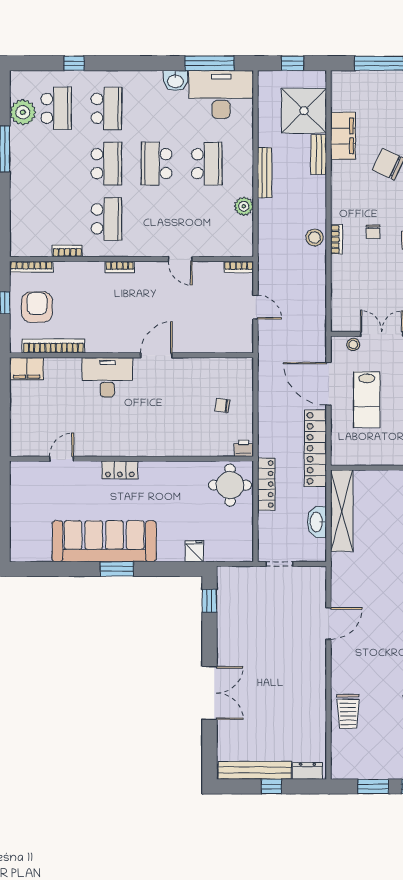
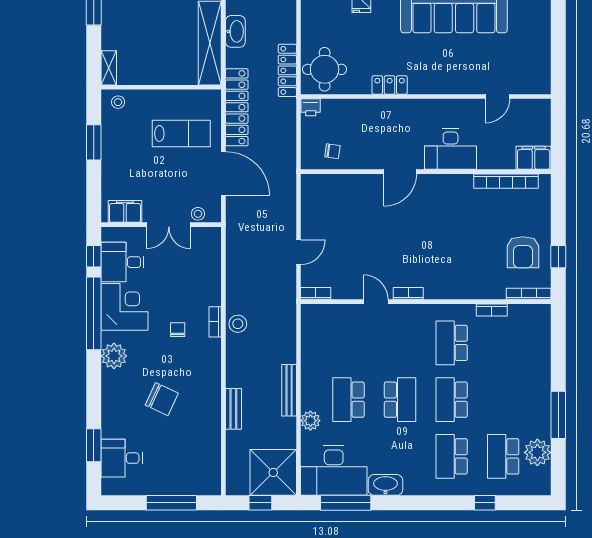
washbasin: (175, 81) -> (385, 485), width x1.38
shower: (304, 111) -> (273, 472), moved
filing cabinet: (343, 136) -> (209, 428), removed
plant: (244, 206) -> (310, 421), moved
bookcase: (120, 267) -> (408, 293), moved
door: (255, 307) -> (298, 252), swing flipped
bookcase: (53, 346) -> (506, 181), moved
wall: (131, 355) -> (426, 172), moved
door: (156, 355) -> (400, 172), moved
filing cabinet: (27, 369) -> (534, 158), moved
desk: (107, 377) -> (451, 149), moved
lab bench: (367, 400) -> (181, 133), moved, turned 90
locker: (120, 470) -> (390, 85), moved

